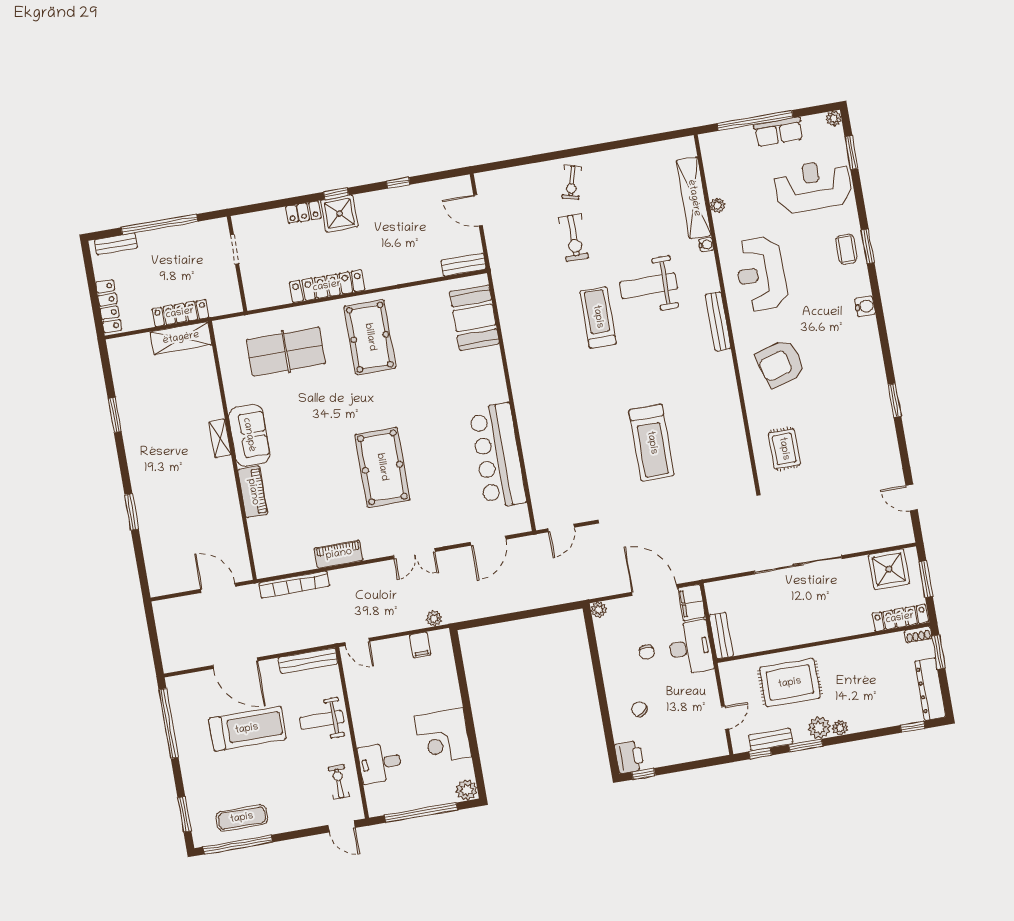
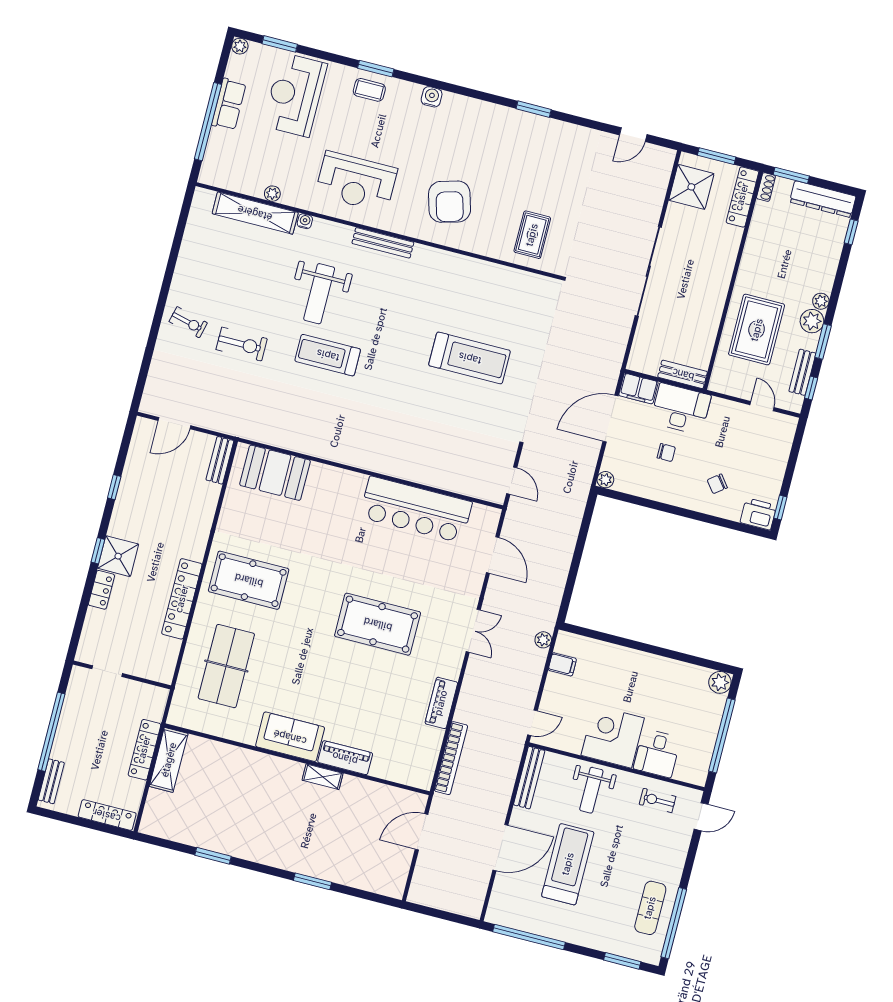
shelving: (220, 438) -> (323, 777), moved
rug: (784, 449) -> (532, 235), turned 90
corner desk: (443, 737) -> (613, 737), moved, turned 180

